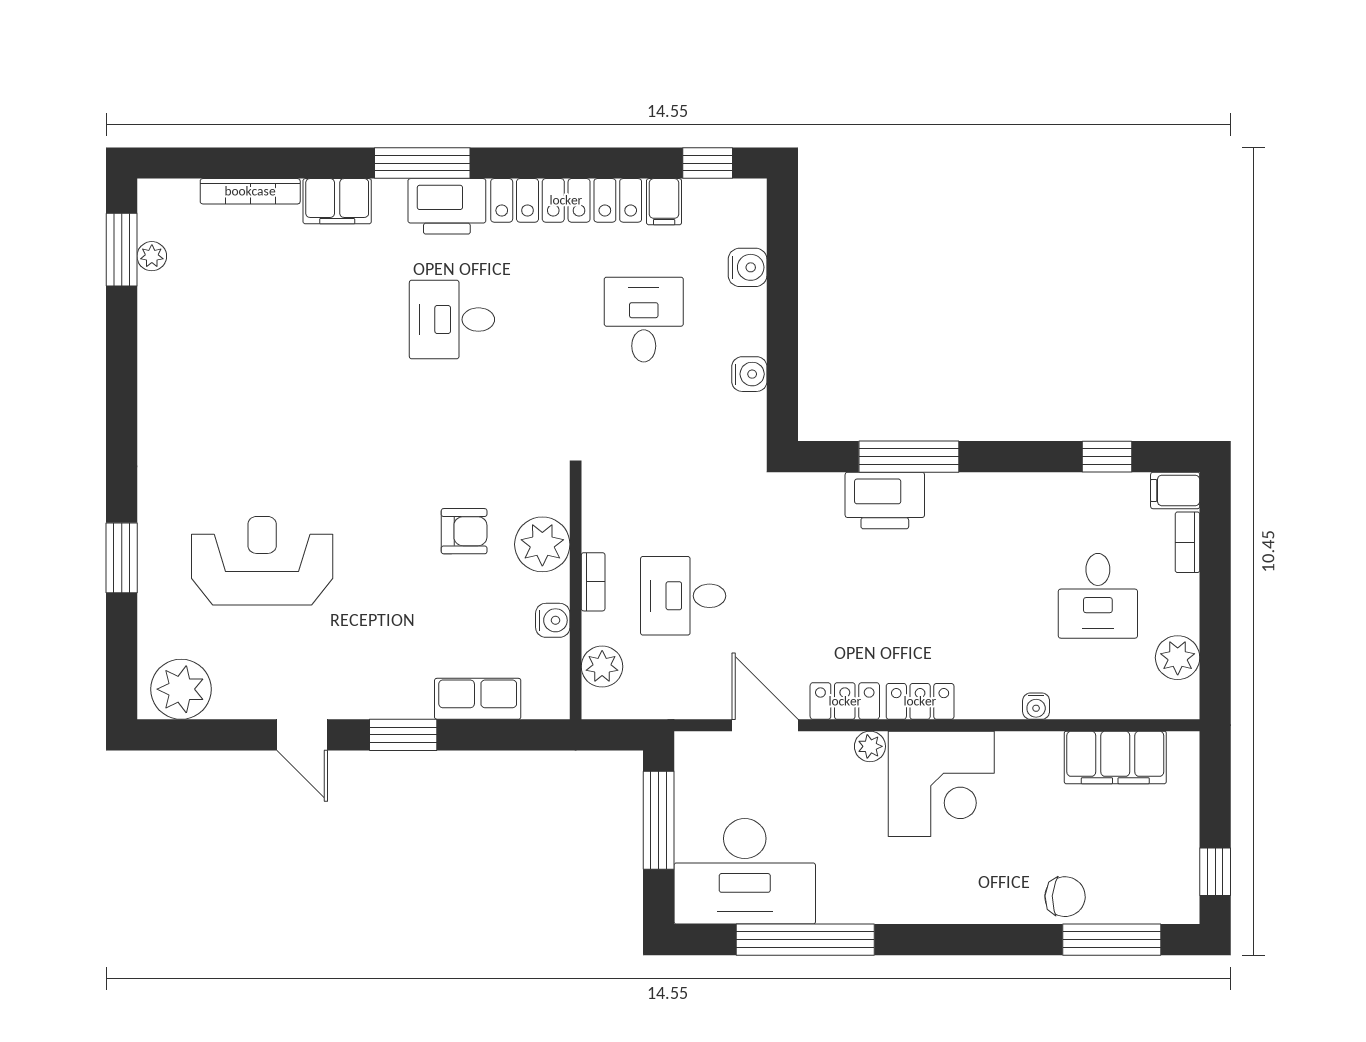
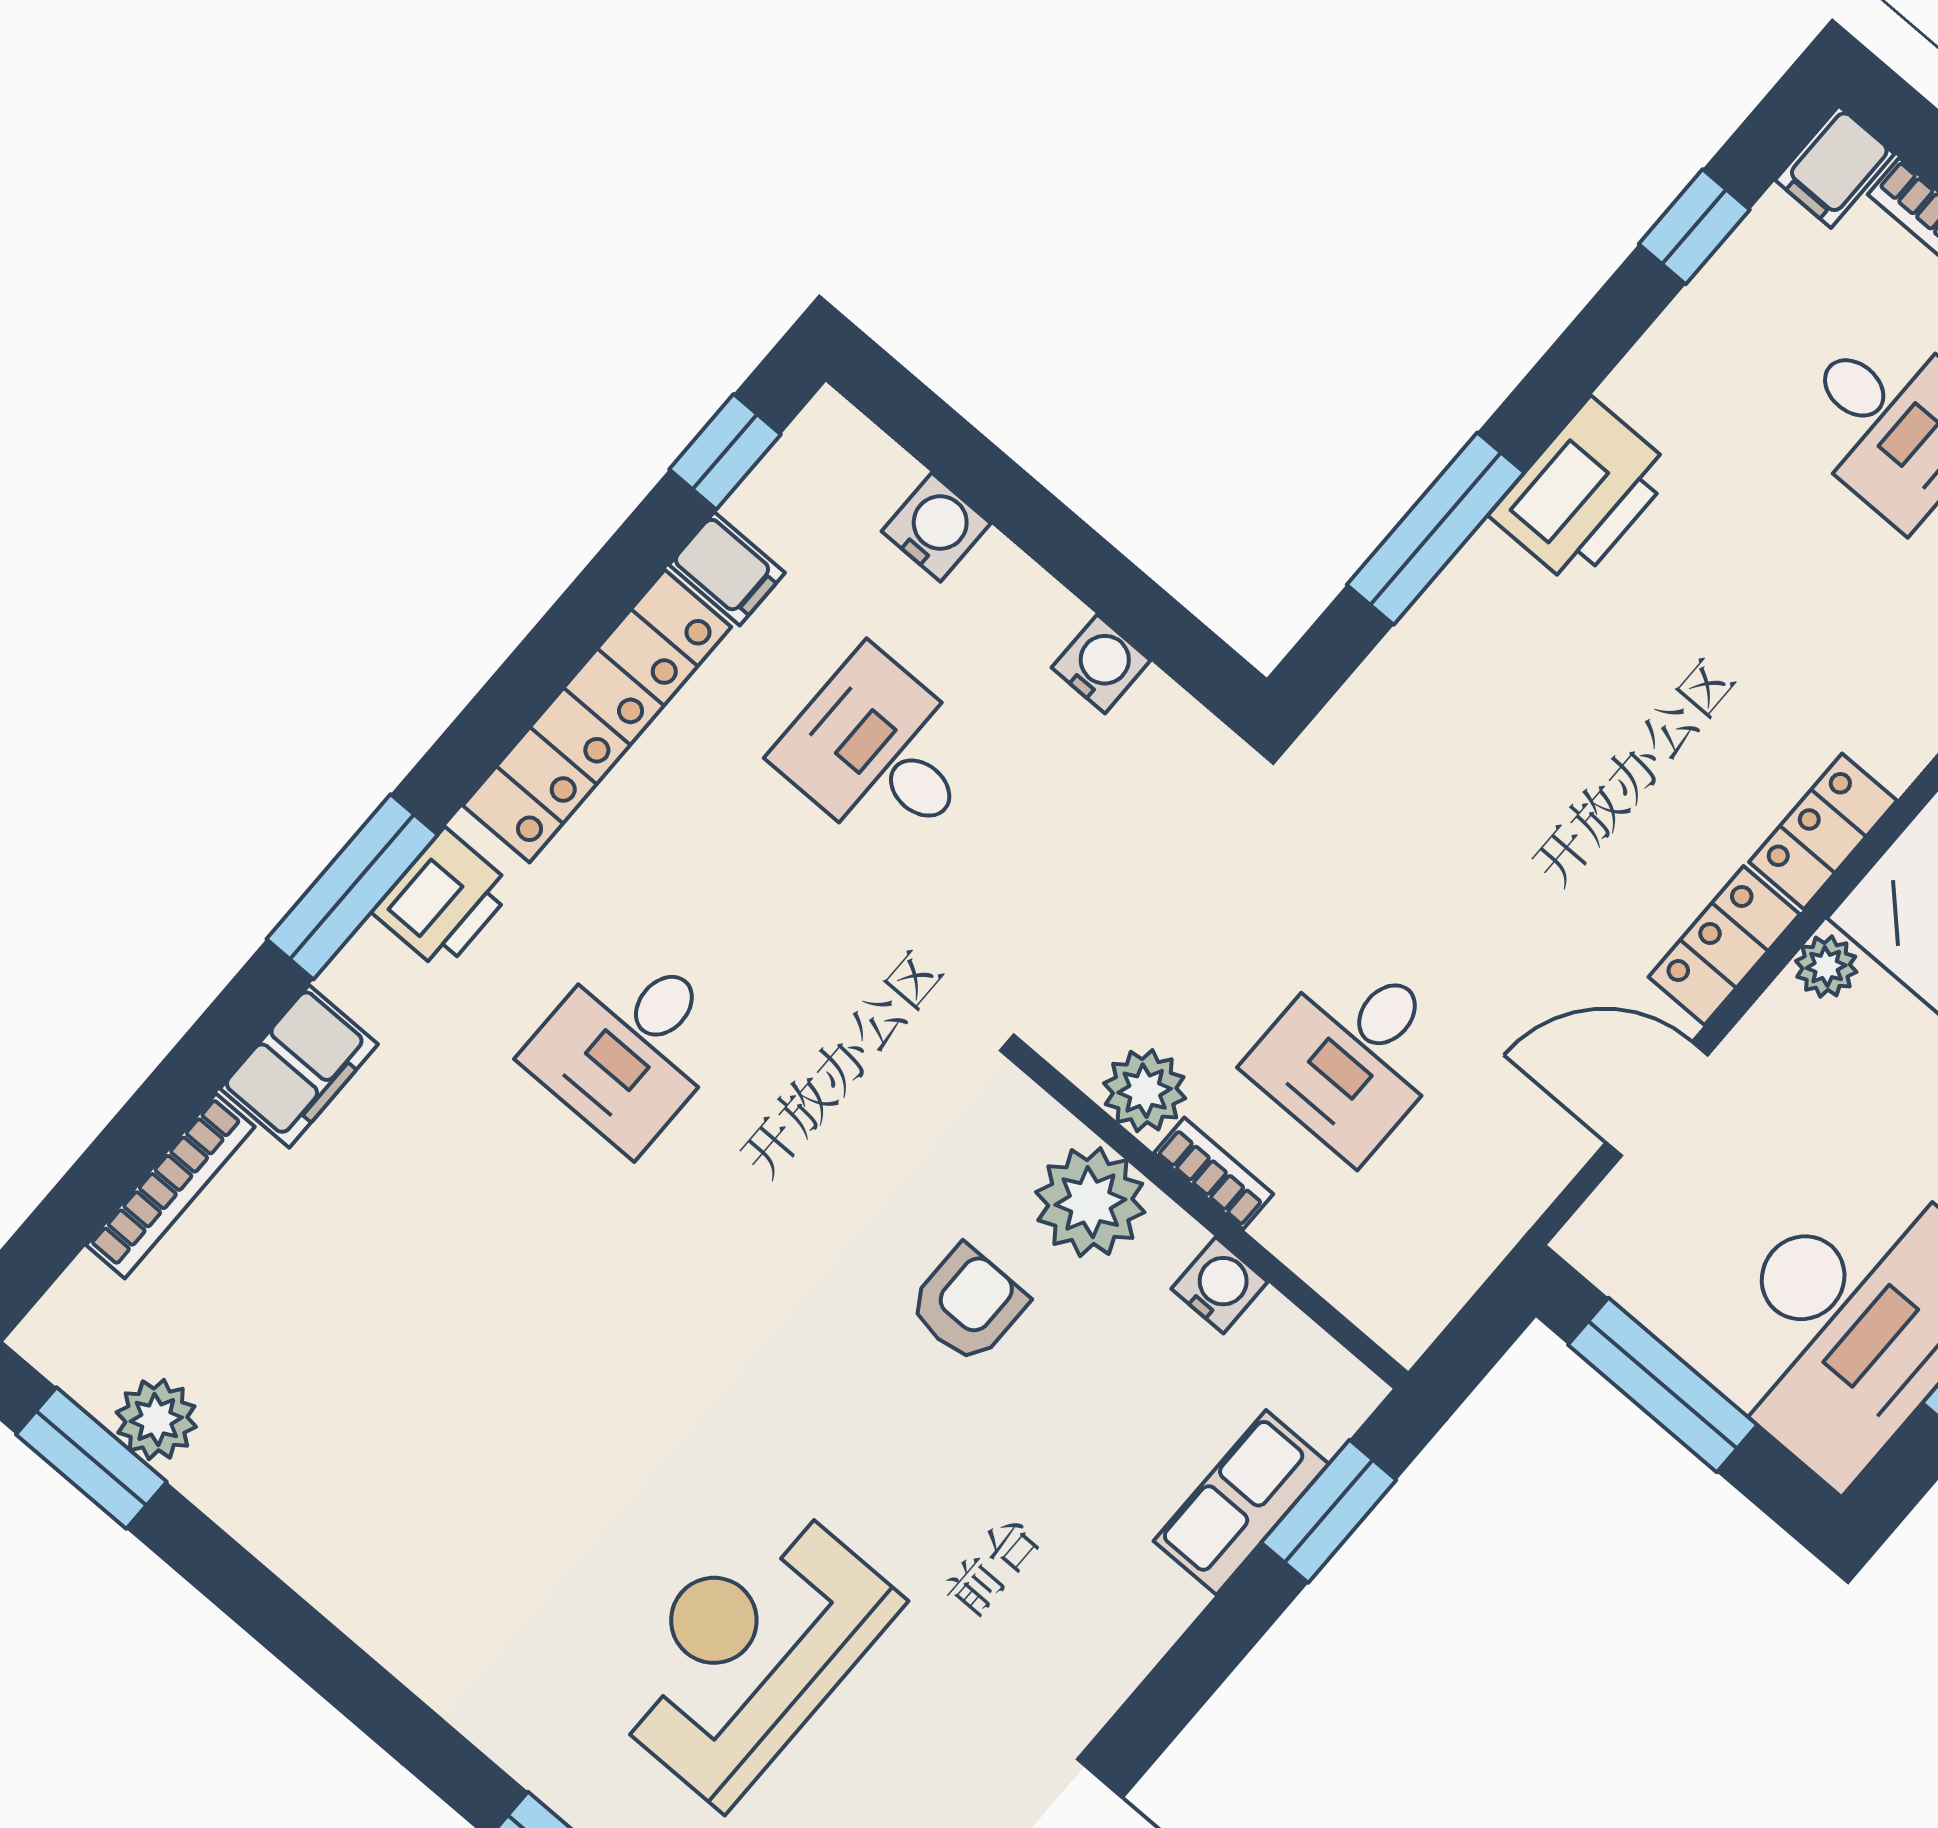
printer: (447, 206) -> (443, 900), width x0.73, depth x0.84
plant: (152, 256) -> (156, 1419), width x1.38, depth x1.38
printer: (885, 501) -> (1582, 492), moved
plant: (602, 667) -> (1145, 1091), moved
window: (403, 735) -> (1329, 1511), moved

